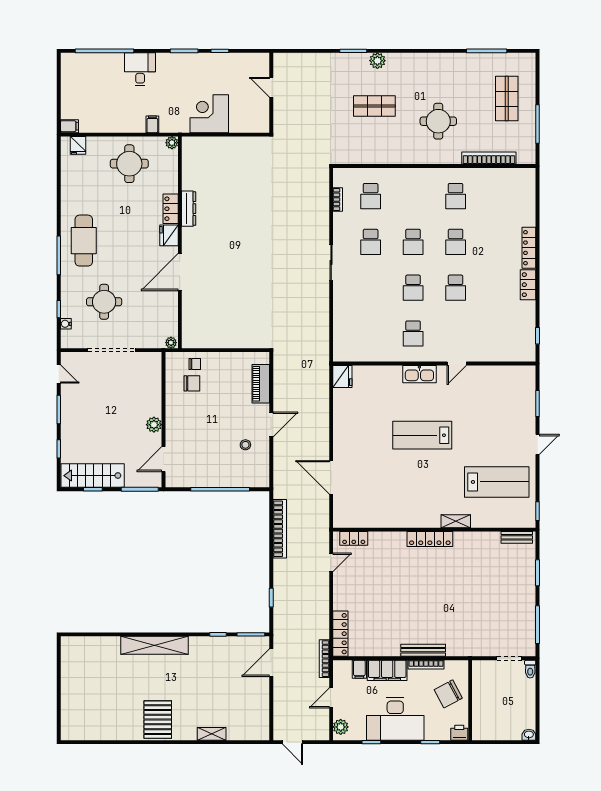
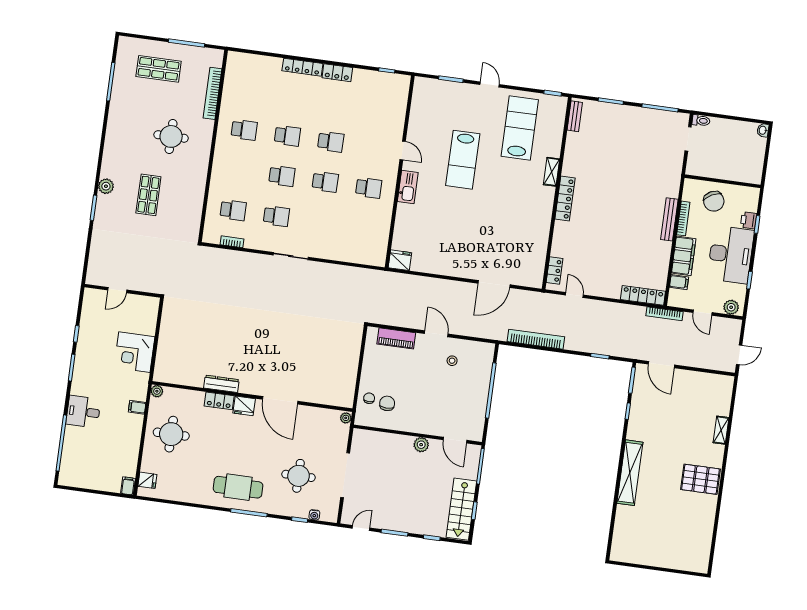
lab bench: (422, 435) -> (463, 160), moved
printer: (459, 733) -> (749, 220), moved

